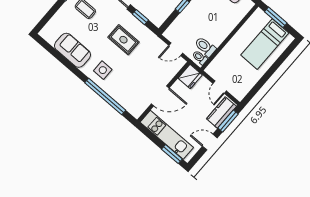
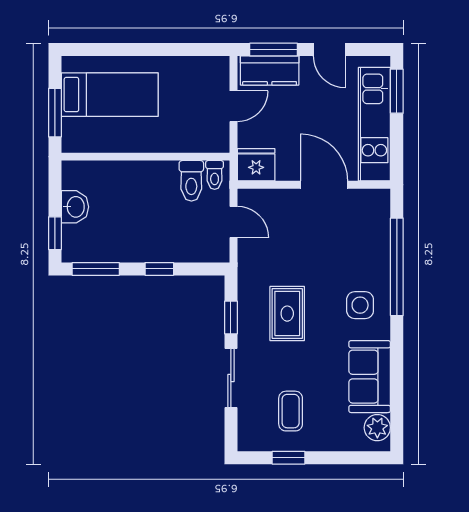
plant: (51, 36) -> (377, 428), added

